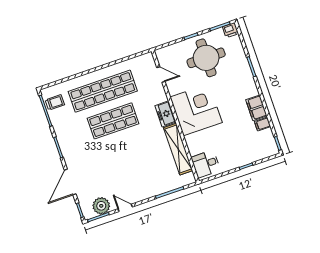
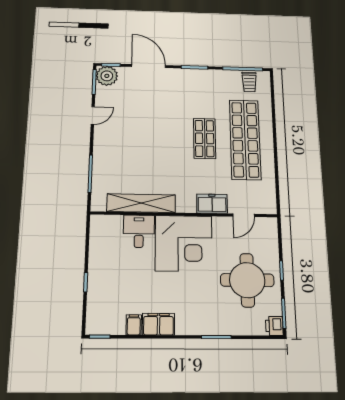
freezer: (165, 114) -> (212, 204), moved
shop shelf: (113, 121) -> (205, 138), width x0.70, depth x0.74
desk: (206, 164) -> (139, 231), moved
plant: (101, 206) -> (107, 76), moved

